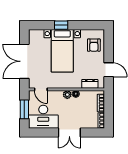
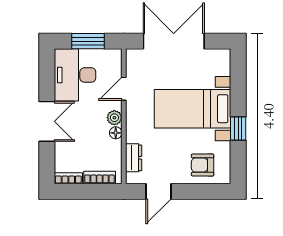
window: (61, 25) -> (238, 129), moved
door: (41, 89) -> (124, 89), moved
double door: (69, 133) -> (47, 121), swing flipped

